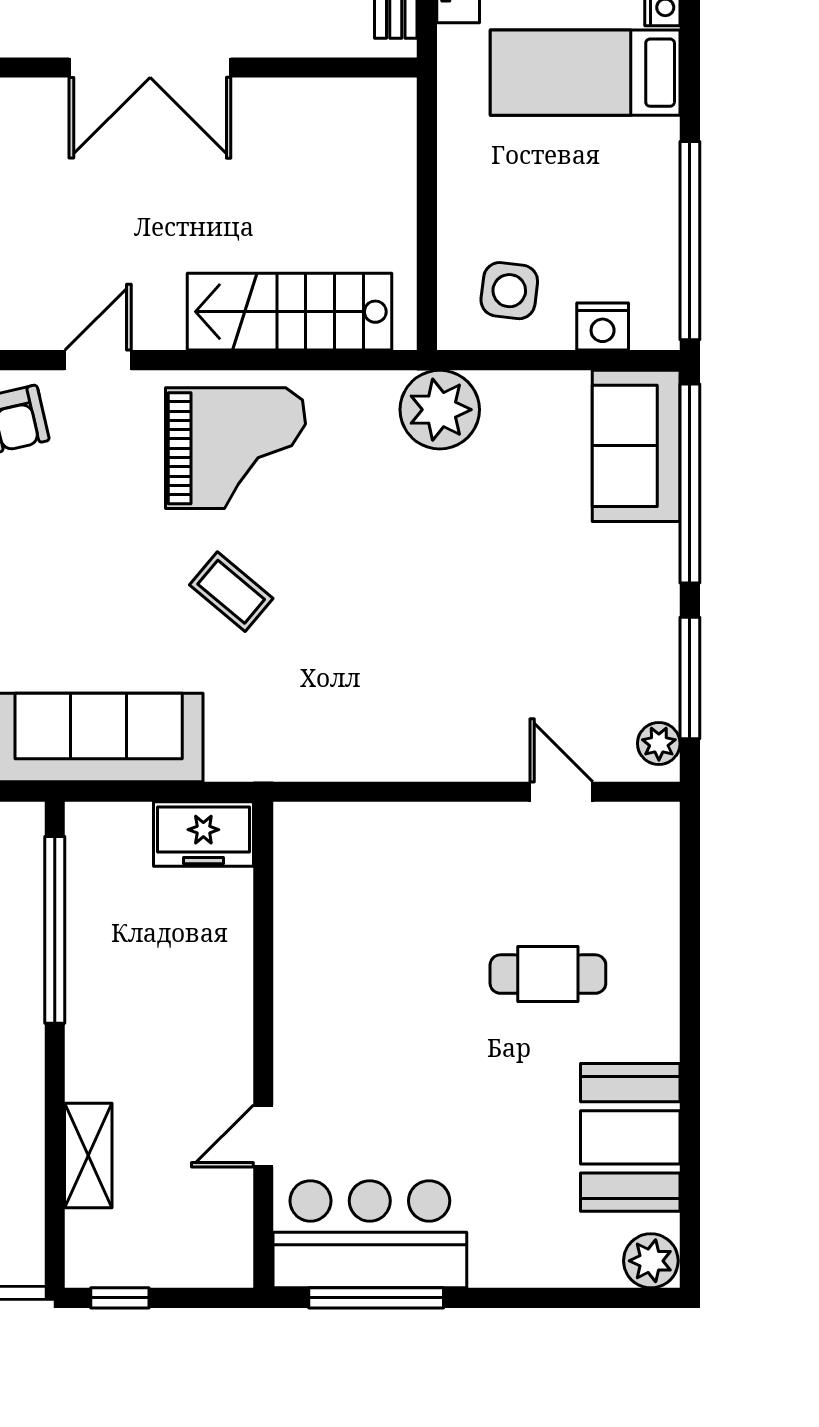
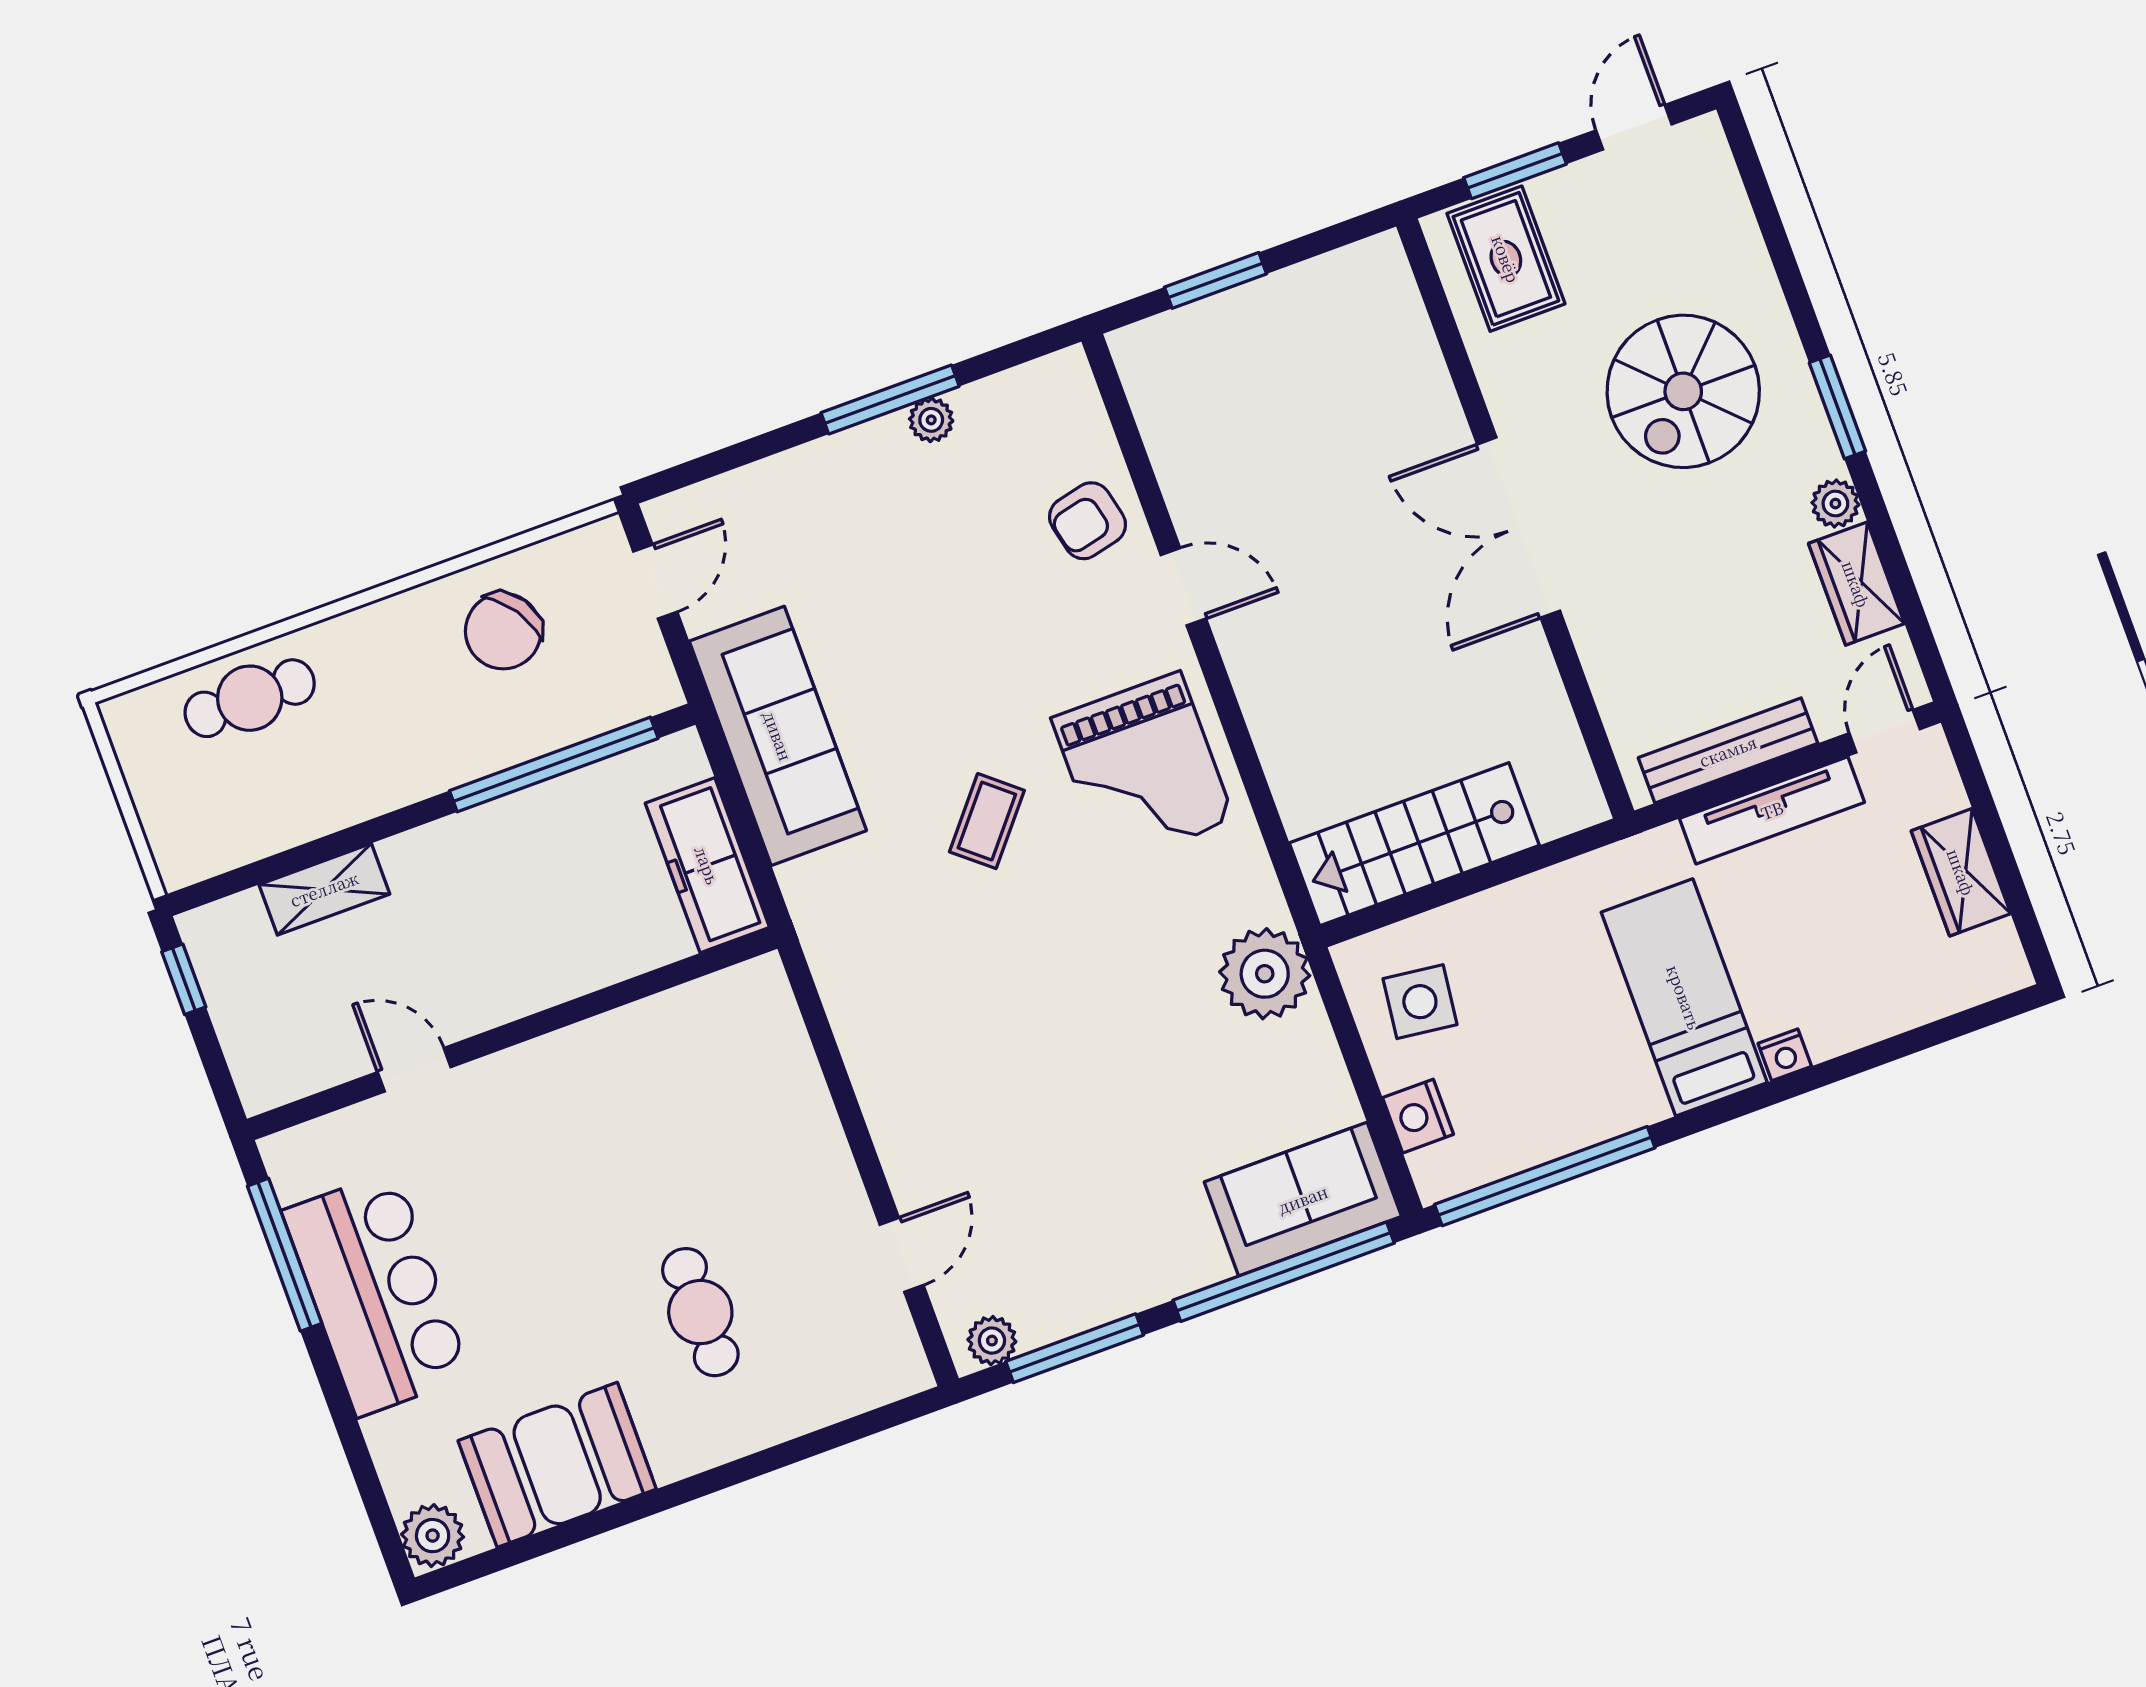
stairs: (289, 312) -> (1414, 844), moved, turned -90
freezer: (203, 834) -> (707, 865), width x1.40
bar counter: (370, 1234) -> (376, 1294), moved

